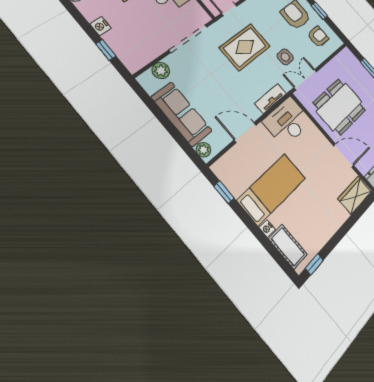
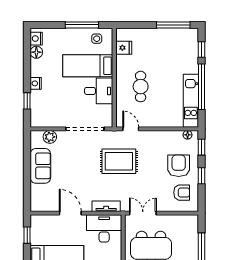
side table: (285, 57) -> (142, 188), removed
sofa: (182, 114) -> (40, 166), width x0.73
plant: (203, 150) -> (36, 203), removed

